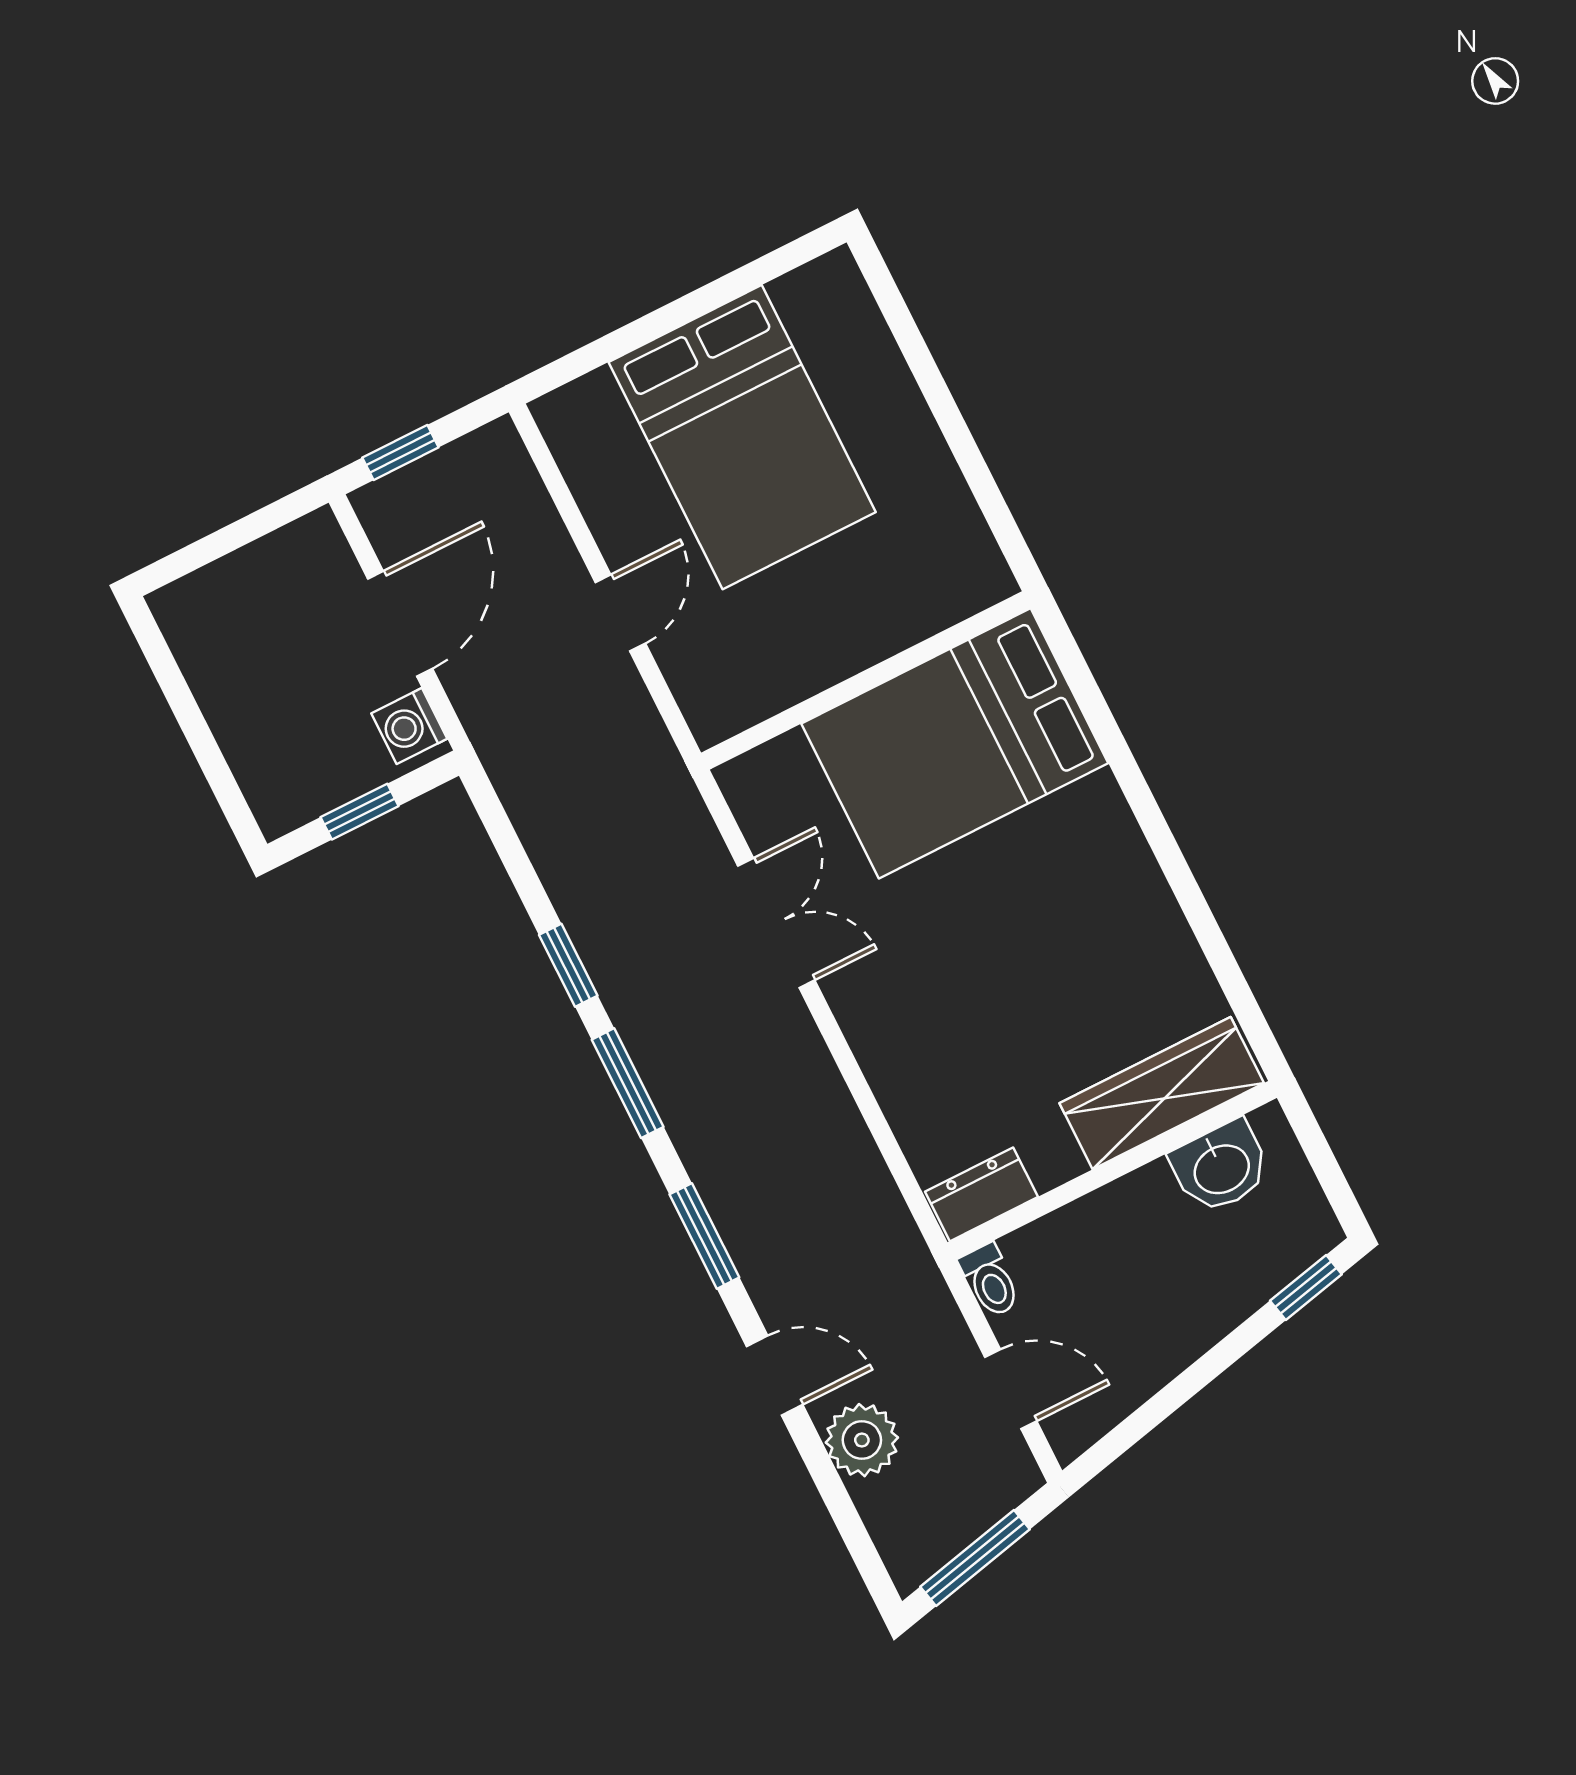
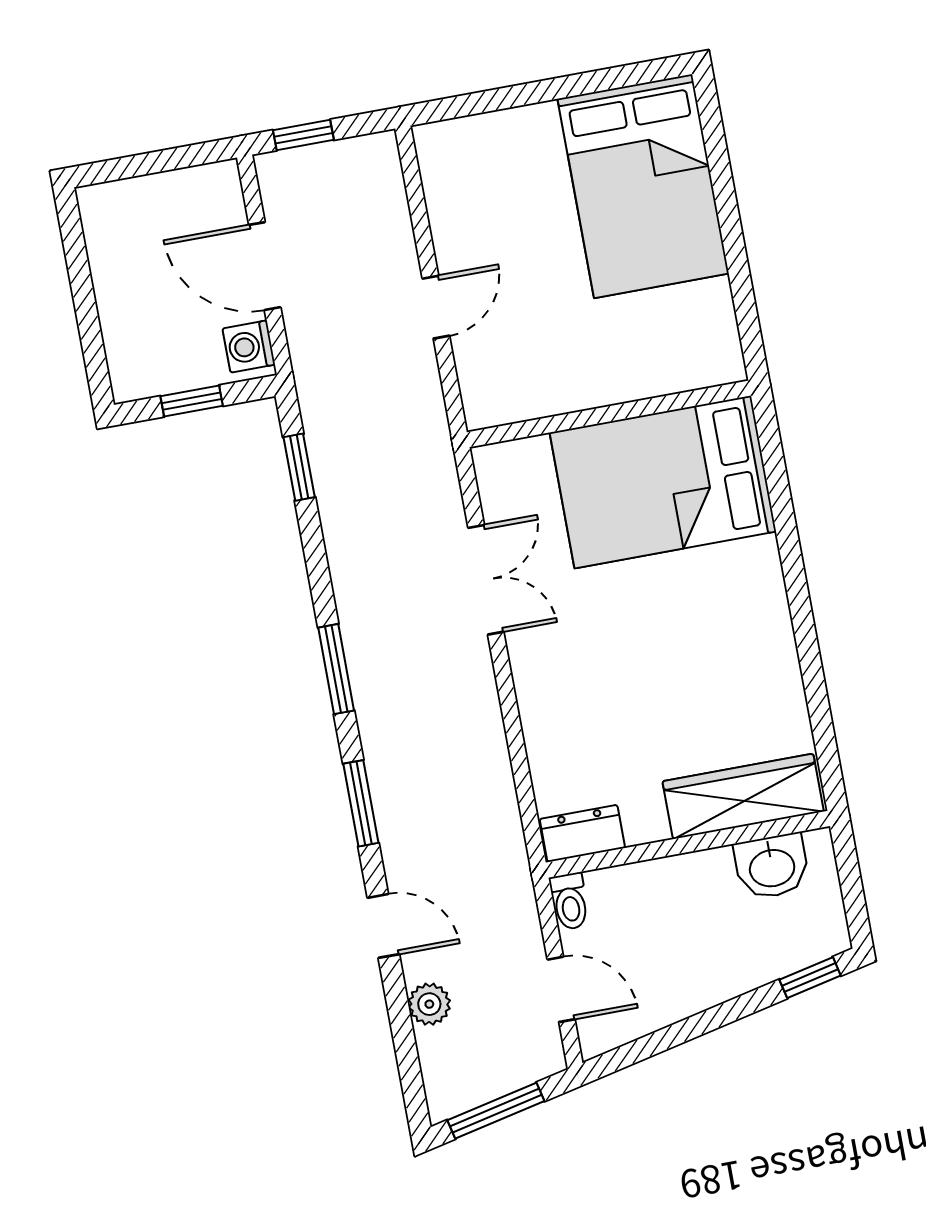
bed: (742, 437) -> (643, 186), moved
door: (400, 624) -> (265, 266), swing flipped
window: (568, 965) -> (299, 467), moved
plant: (862, 1440) -> (429, 1004), width x0.73, depth x0.73

